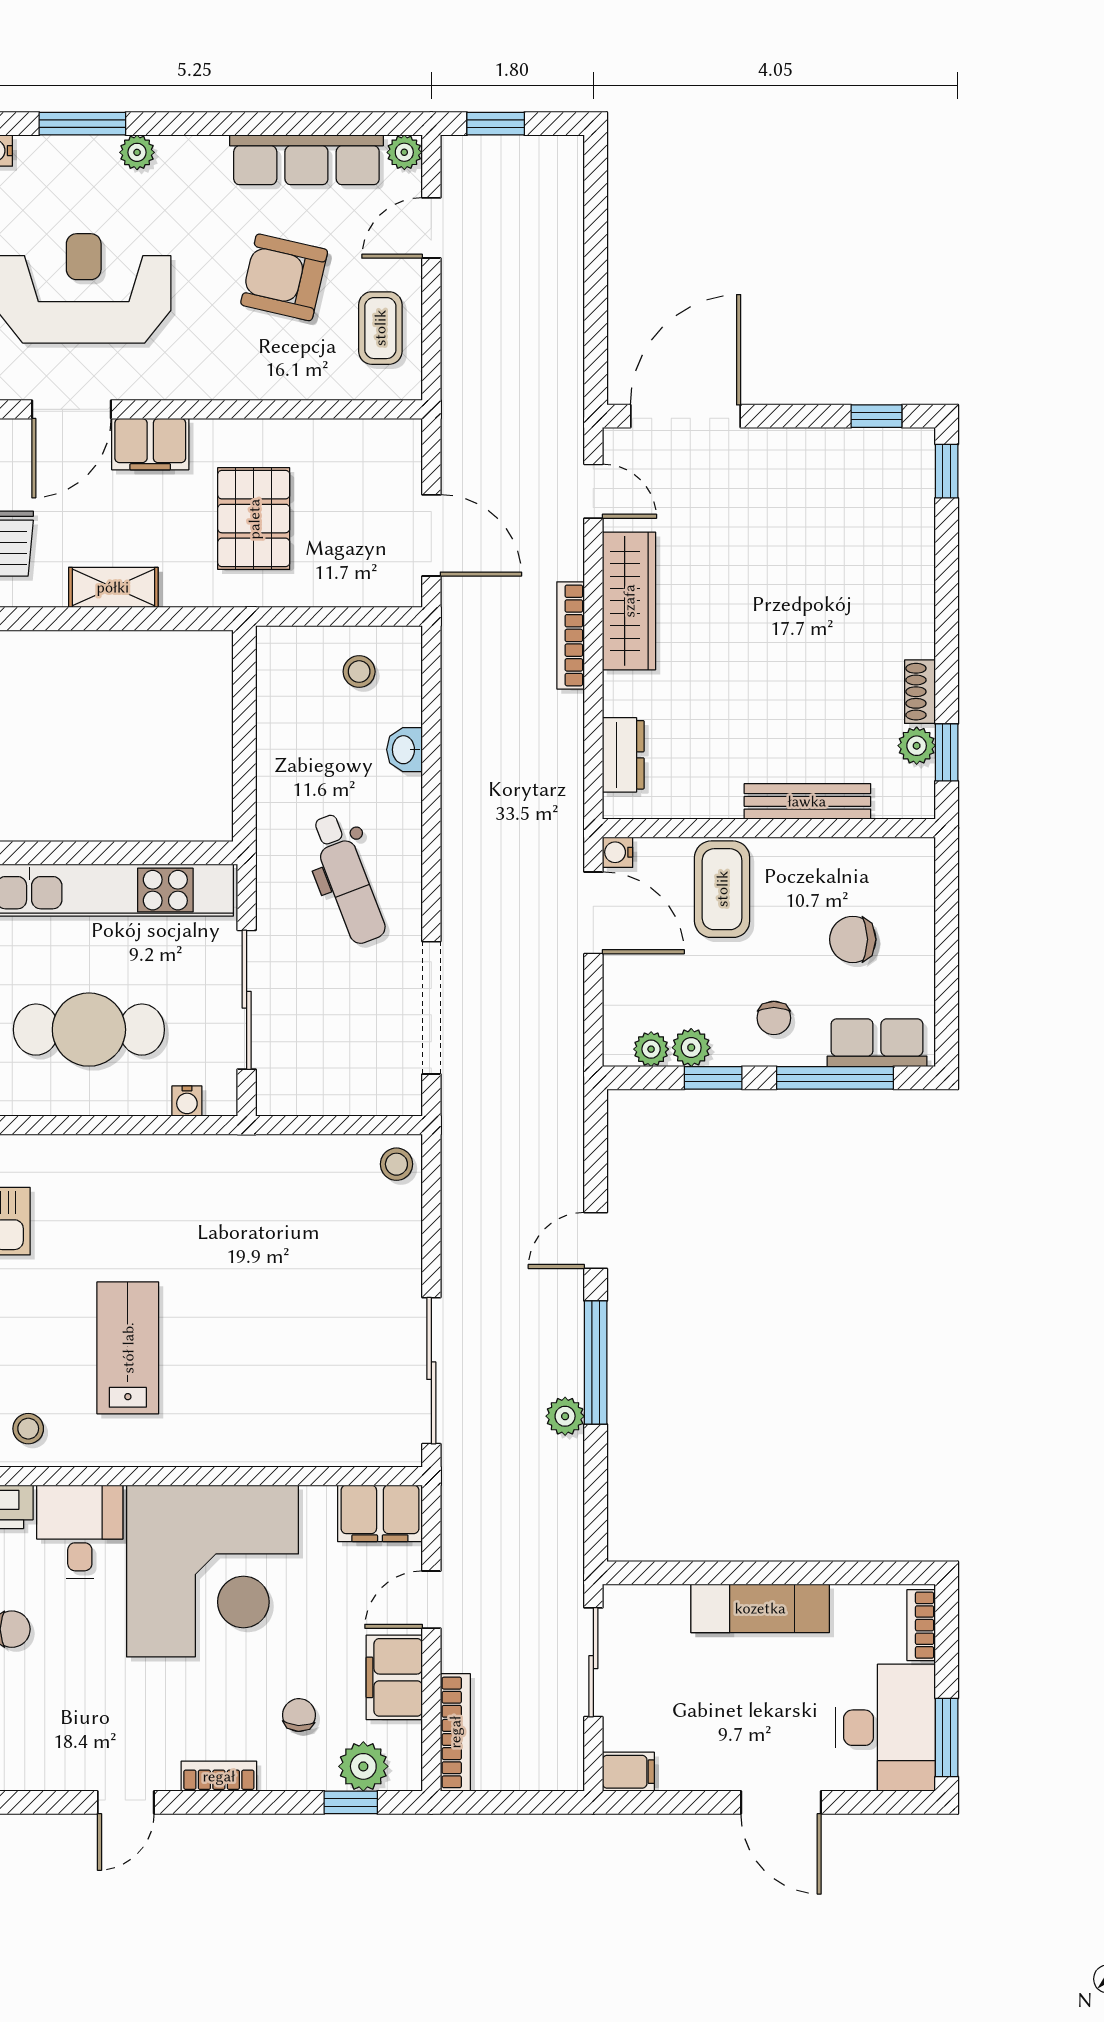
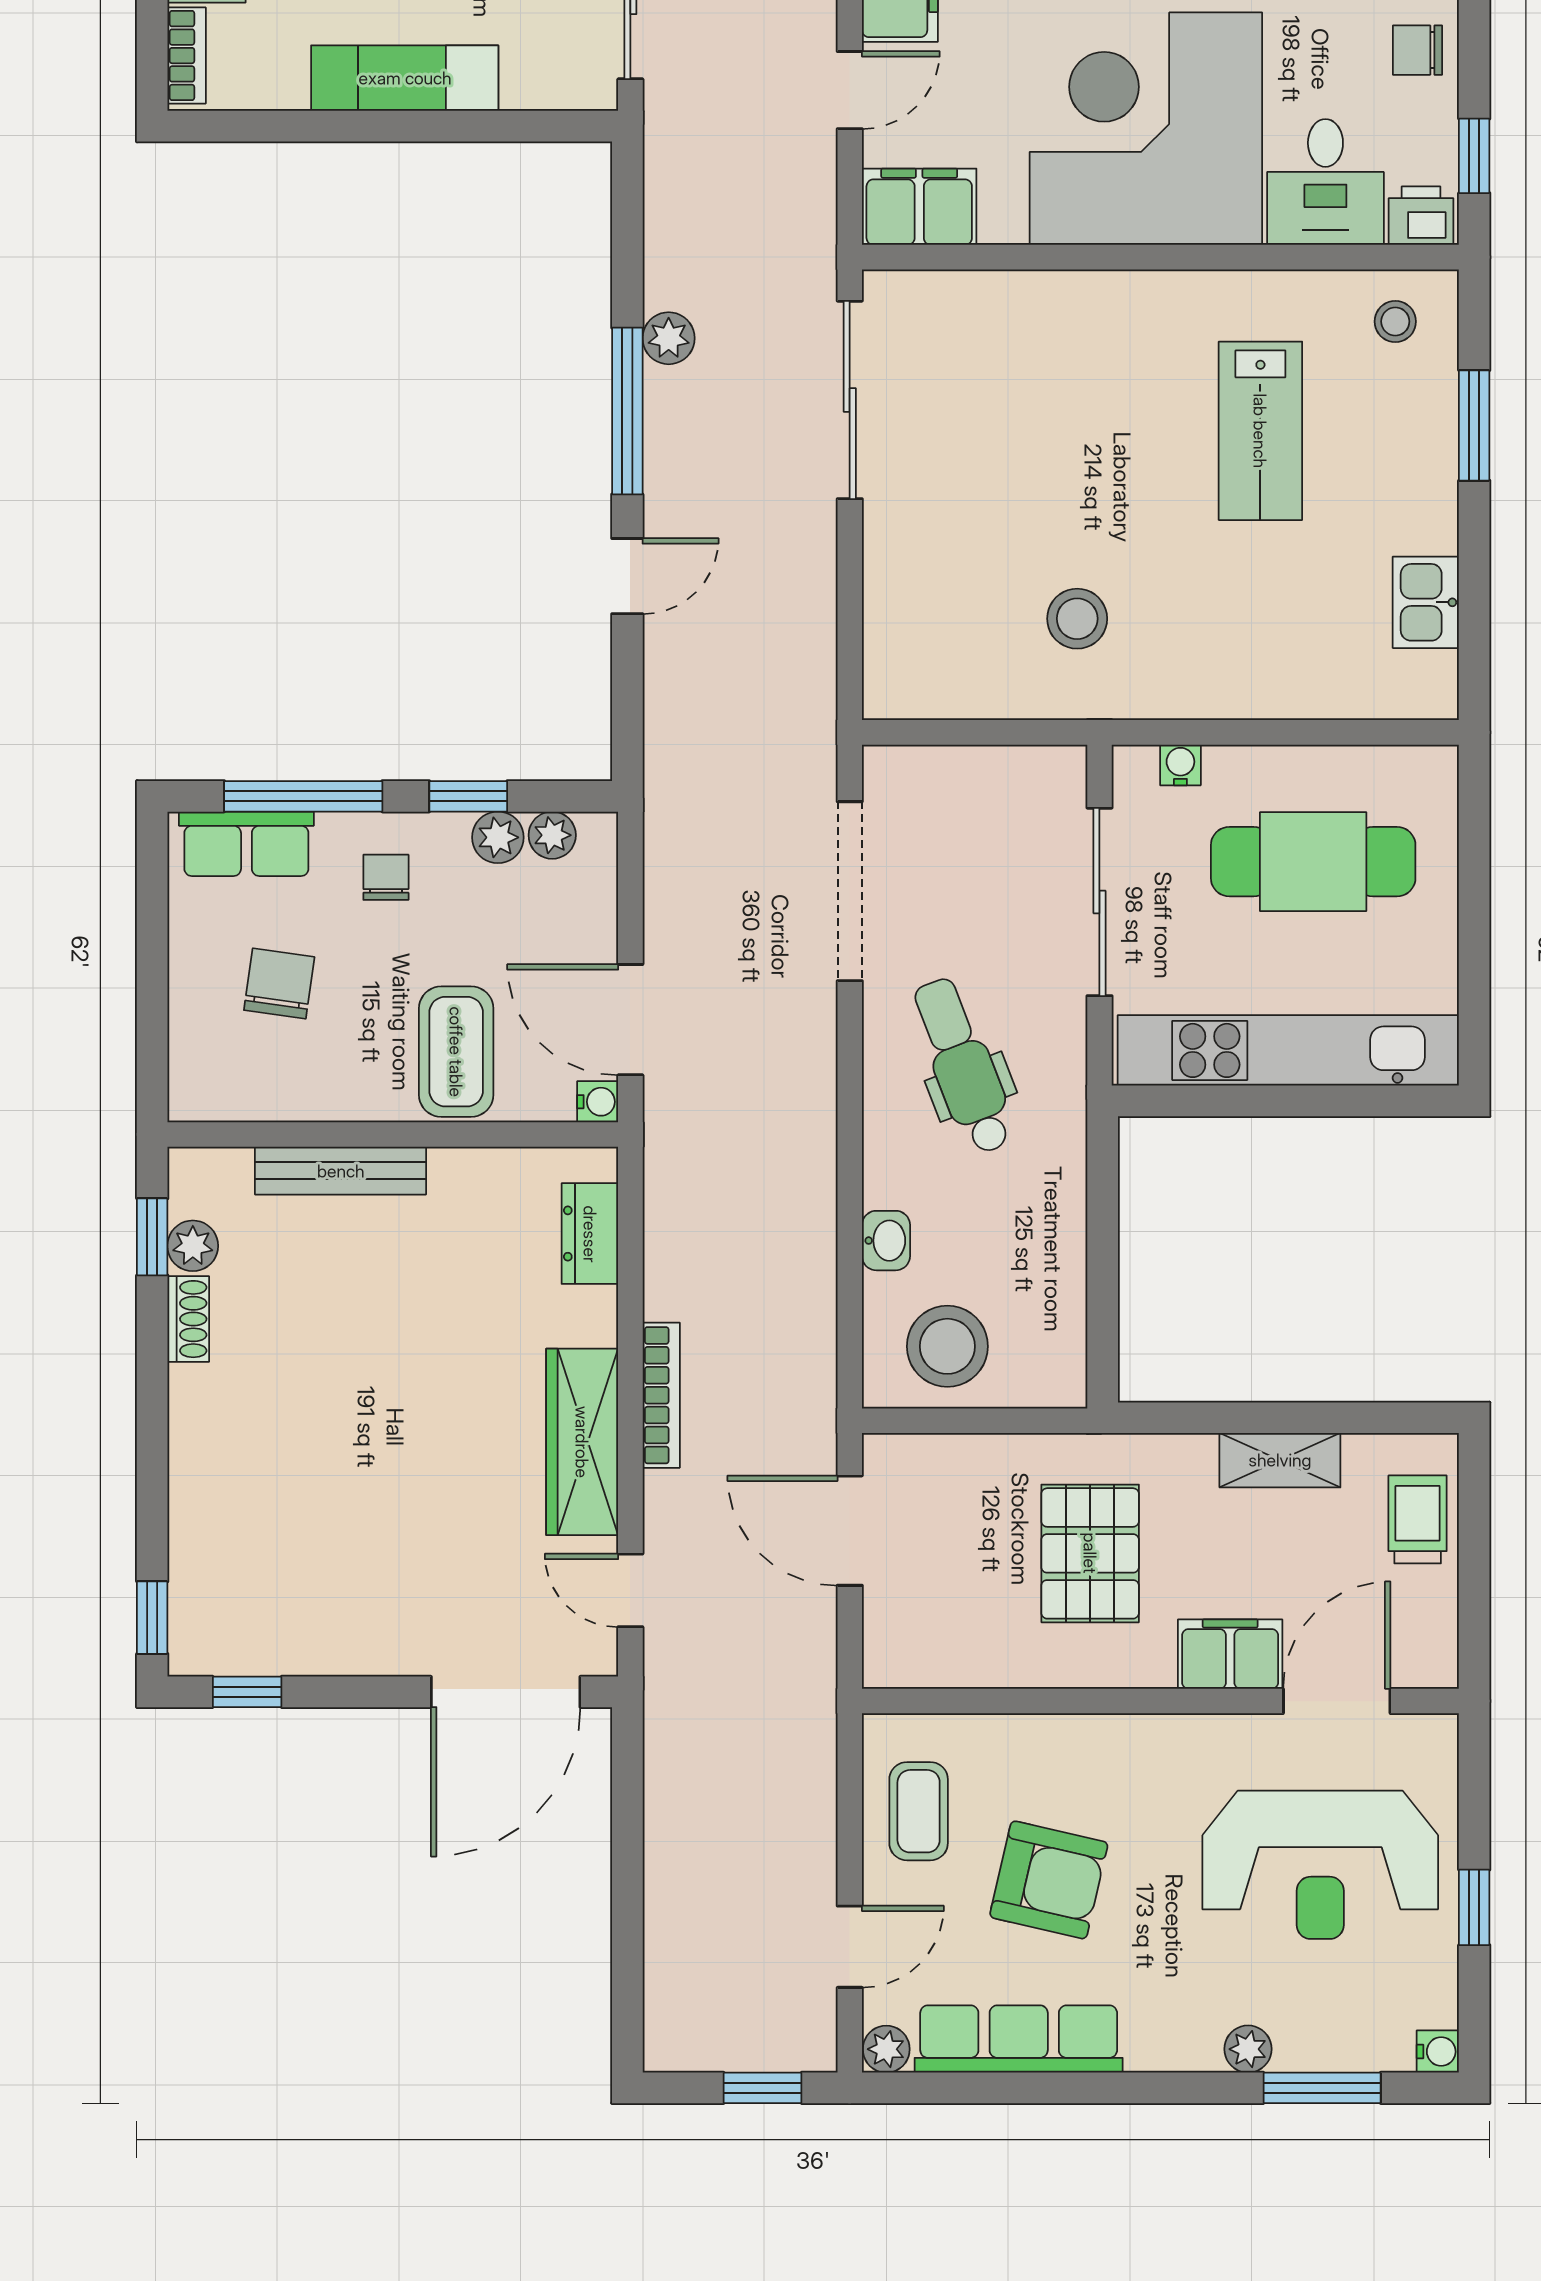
stool: (359, 672) -> (947, 1346), width x1.89, depth x1.89
chair: (853, 939) -> (279, 984), turned -82
stool: (396, 1164) -> (1077, 619), moved, width x1.37, depth x1.37

